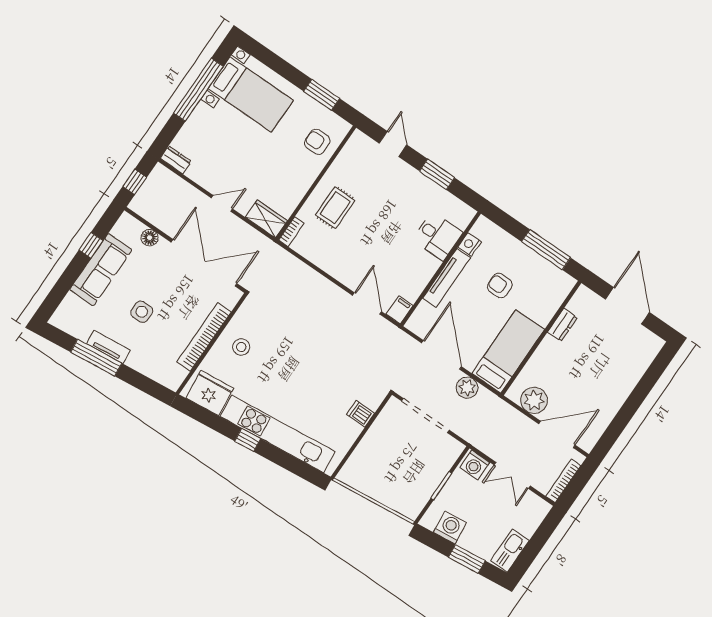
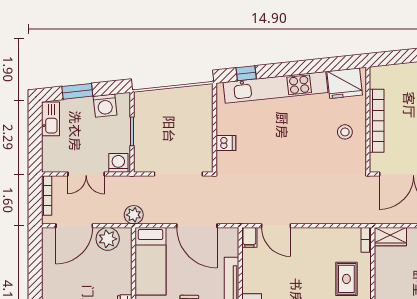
plant: (467, 388) -> (134, 215), moved
window: (248, 440) -> (246, 73), moved
double door: (512, 475) -> (86, 174), swing flipped

